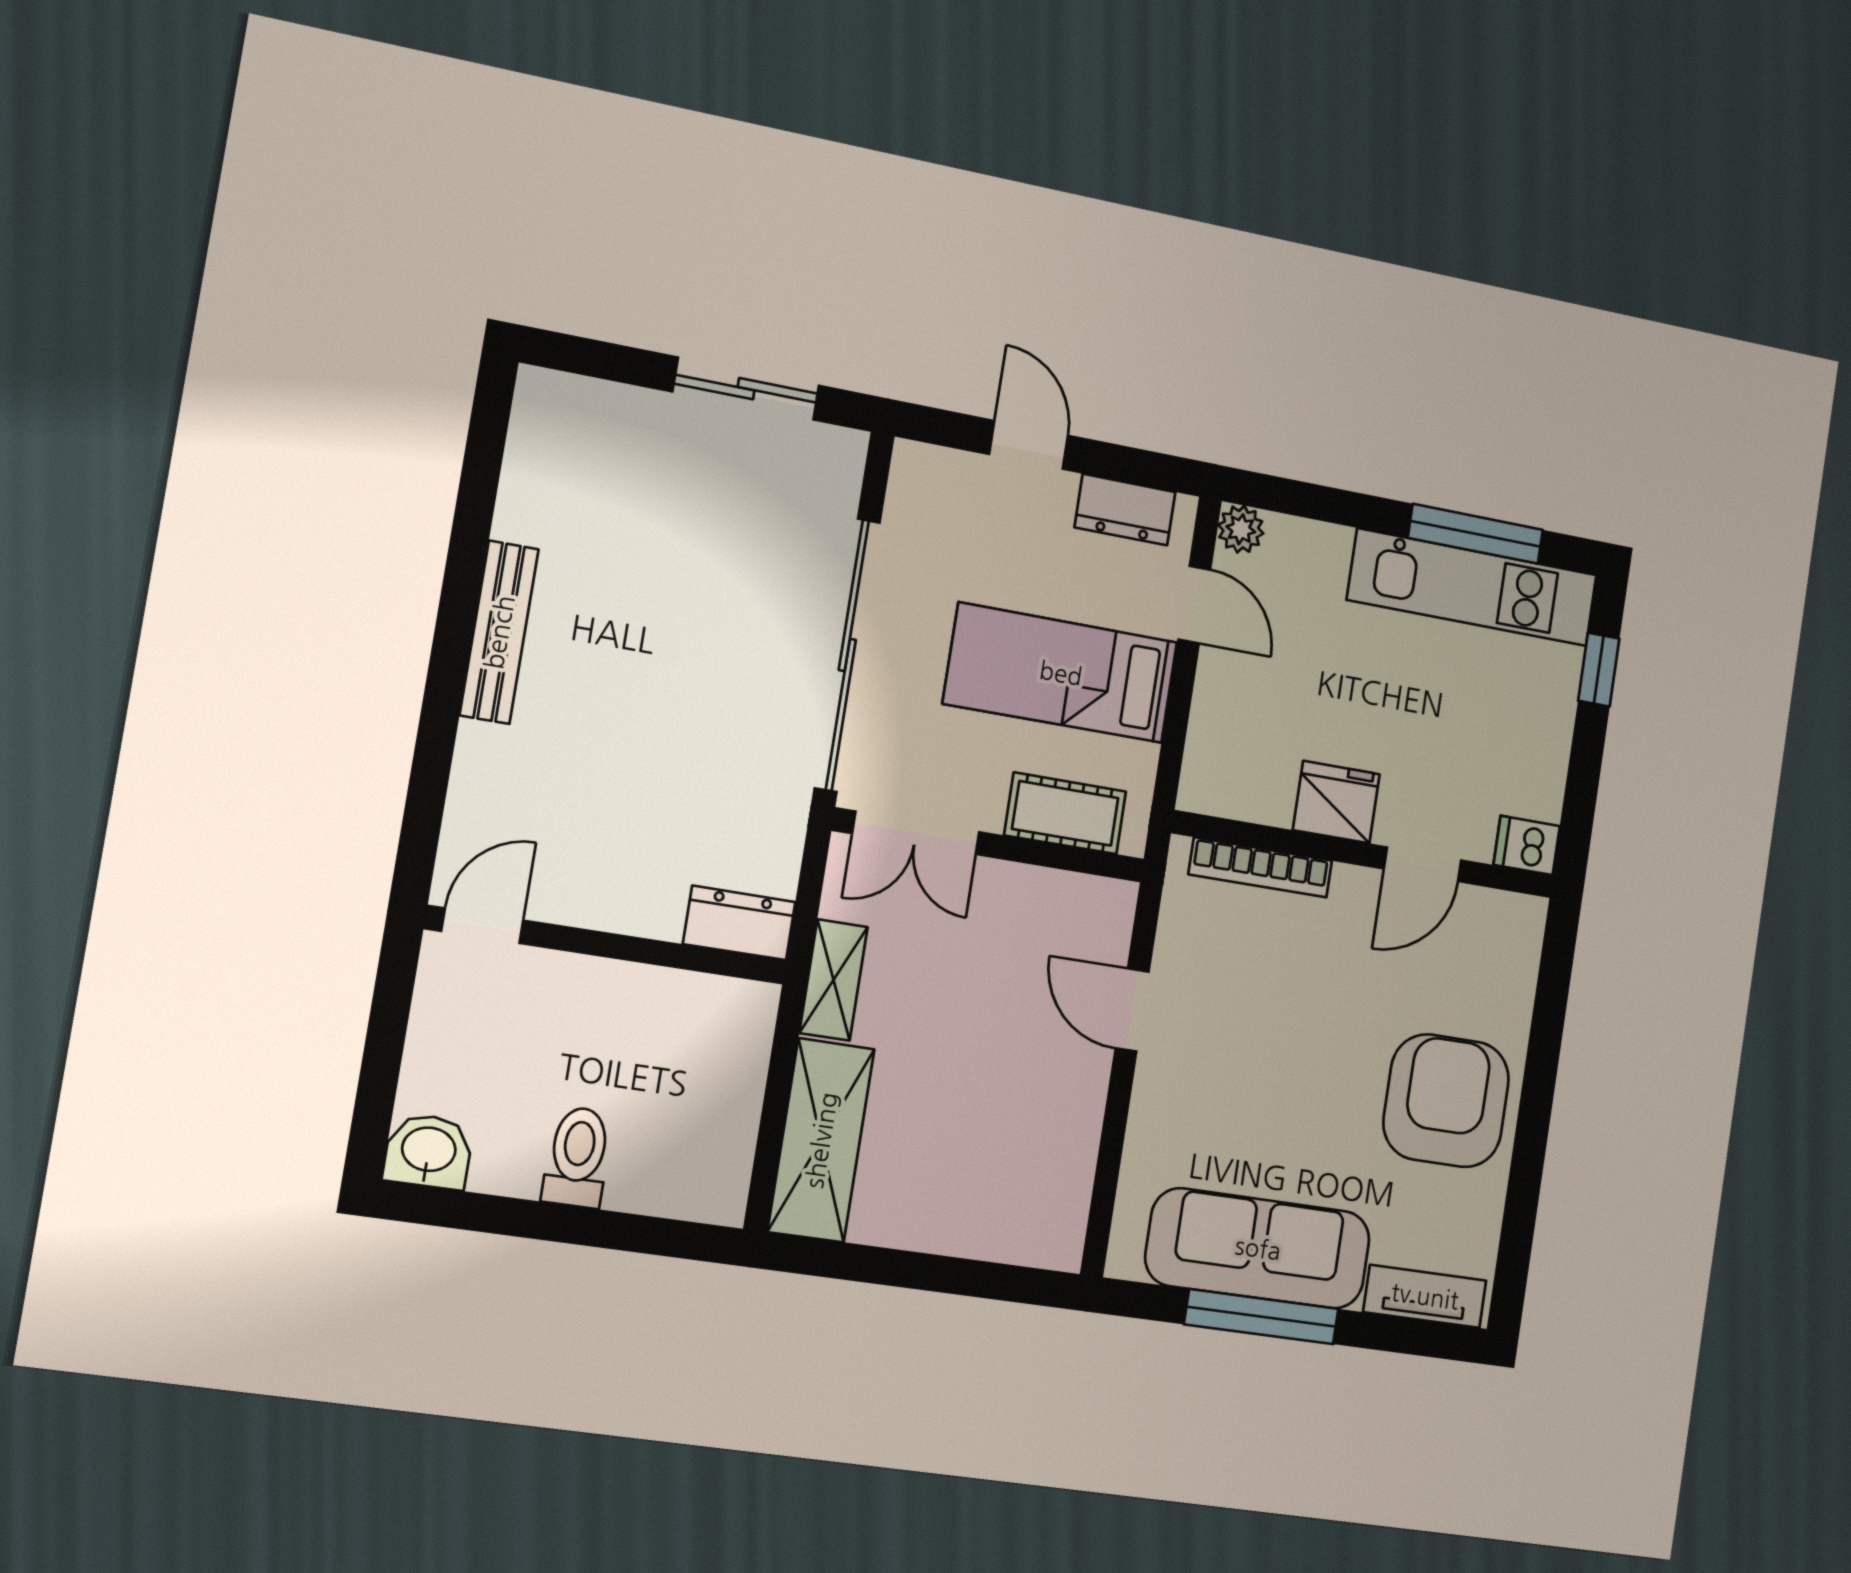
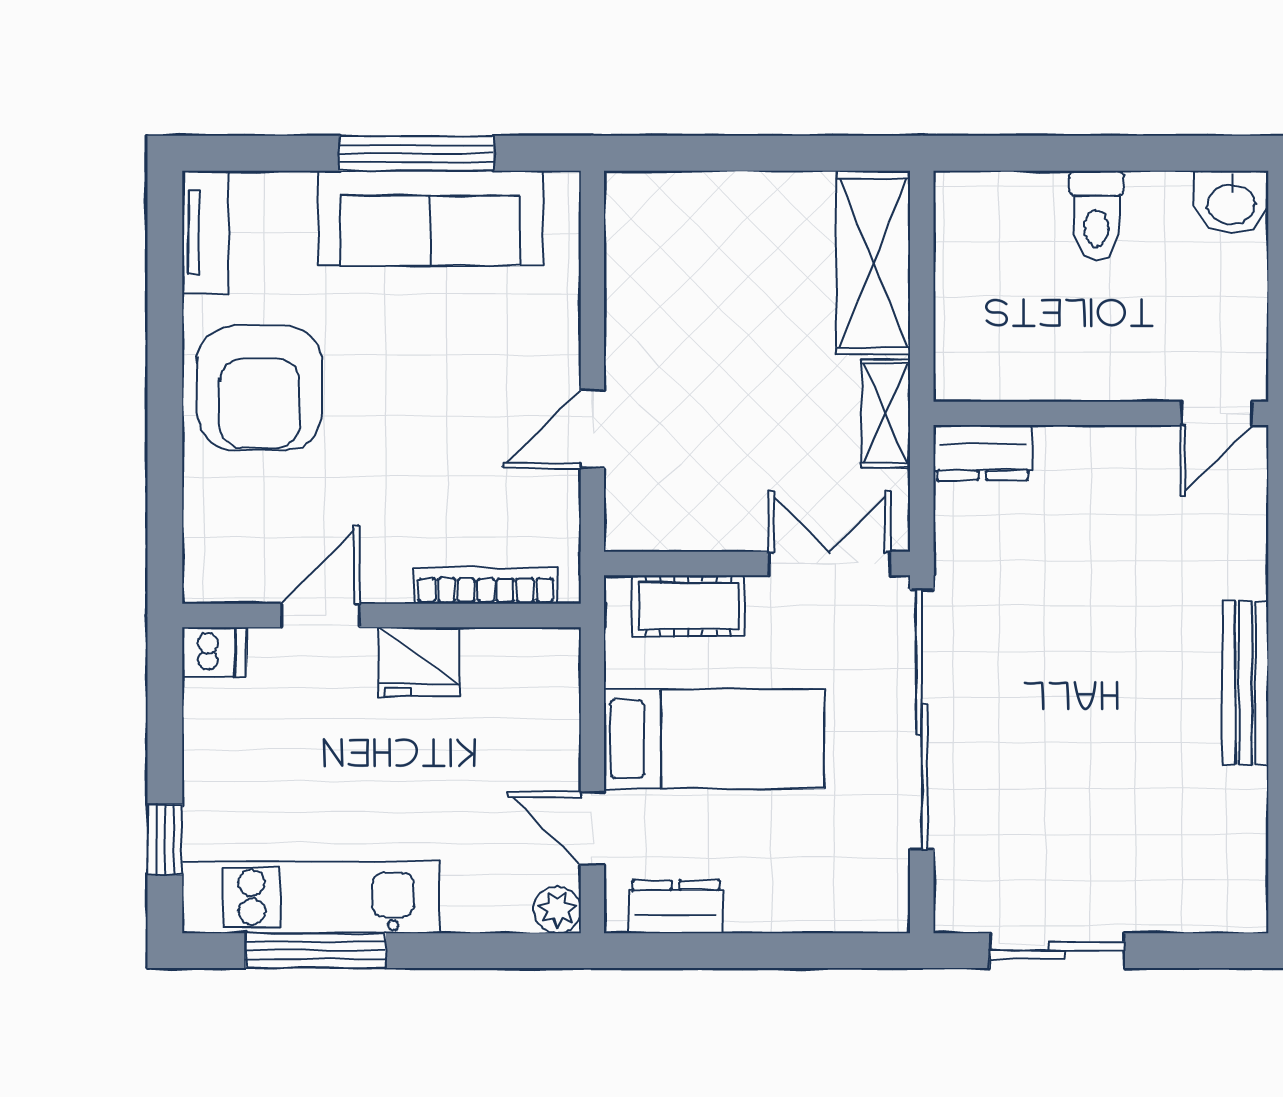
door: (1029, 445) -> (780, 951), removed
door: (1132, 1010) -> (592, 429), swing flipped
tv unit: (1425, 1296) -> (206, 232), moved, turned -90

